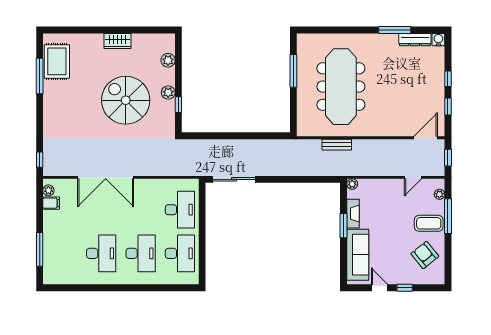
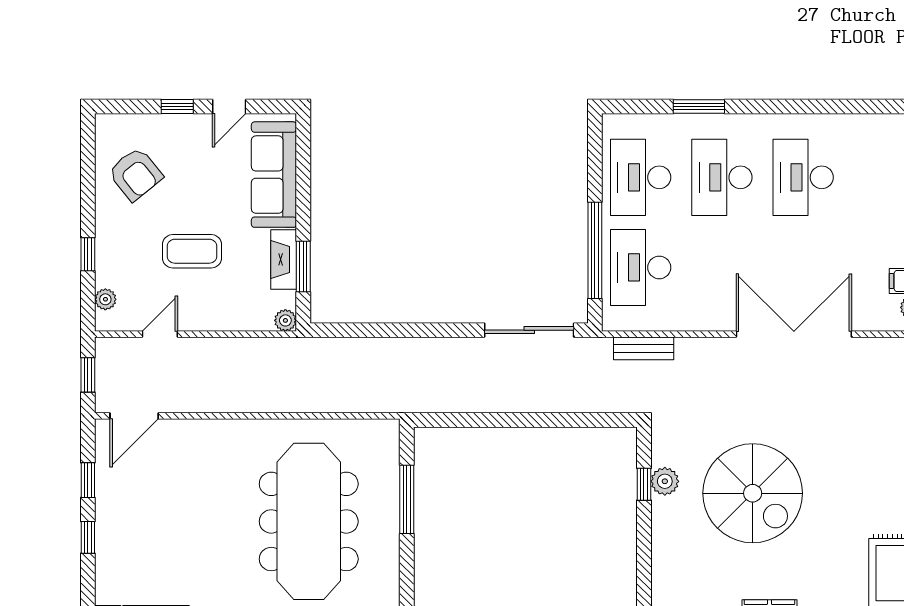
plant: (168, 60) -> (665, 576), removed
window: (293, 71) -> (407, 499), moved
plant: (168, 92) -> (665, 481), moved
bench: (337, 145) -> (644, 348), moved
window: (448, 216) -> (88, 254), width x0.46
window: (202, 218) -> (595, 250), added
coffee table: (429, 223) -> (192, 251), moved
window: (344, 226) -> (303, 266), moved
window: (152, 288) -> (699, 107), added
door: (379, 288) -> (229, 107), hinge flipped

